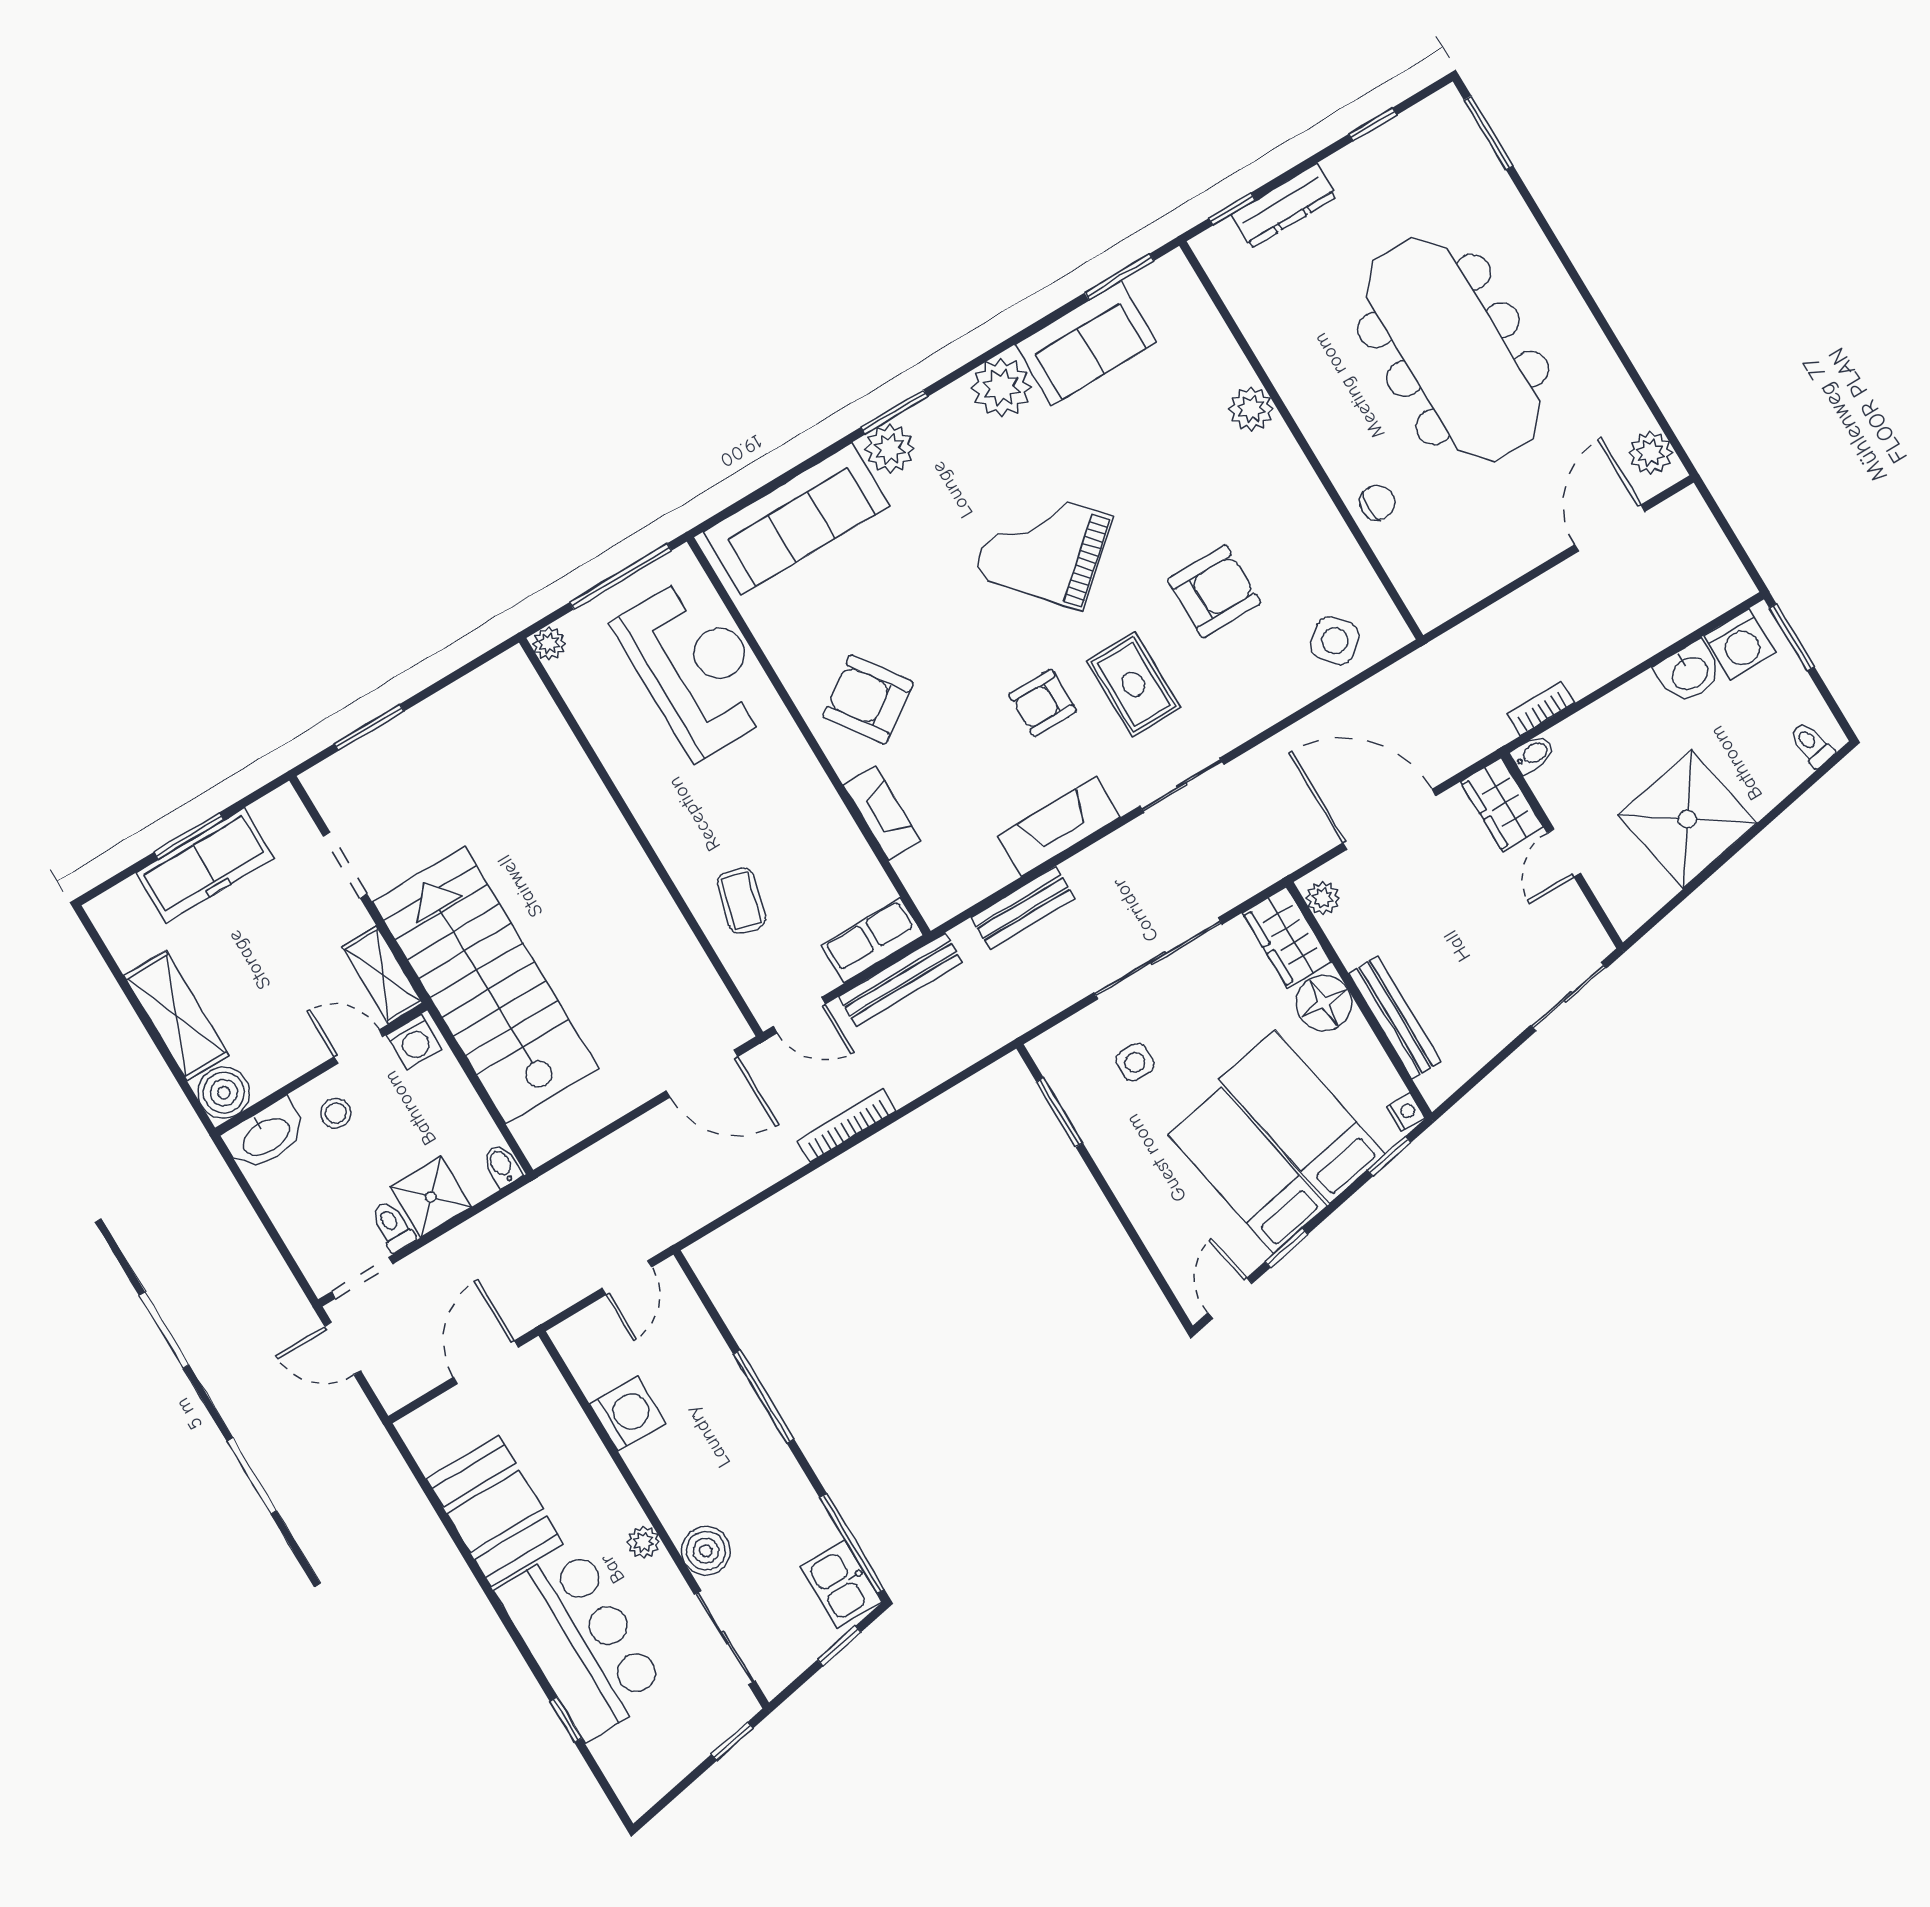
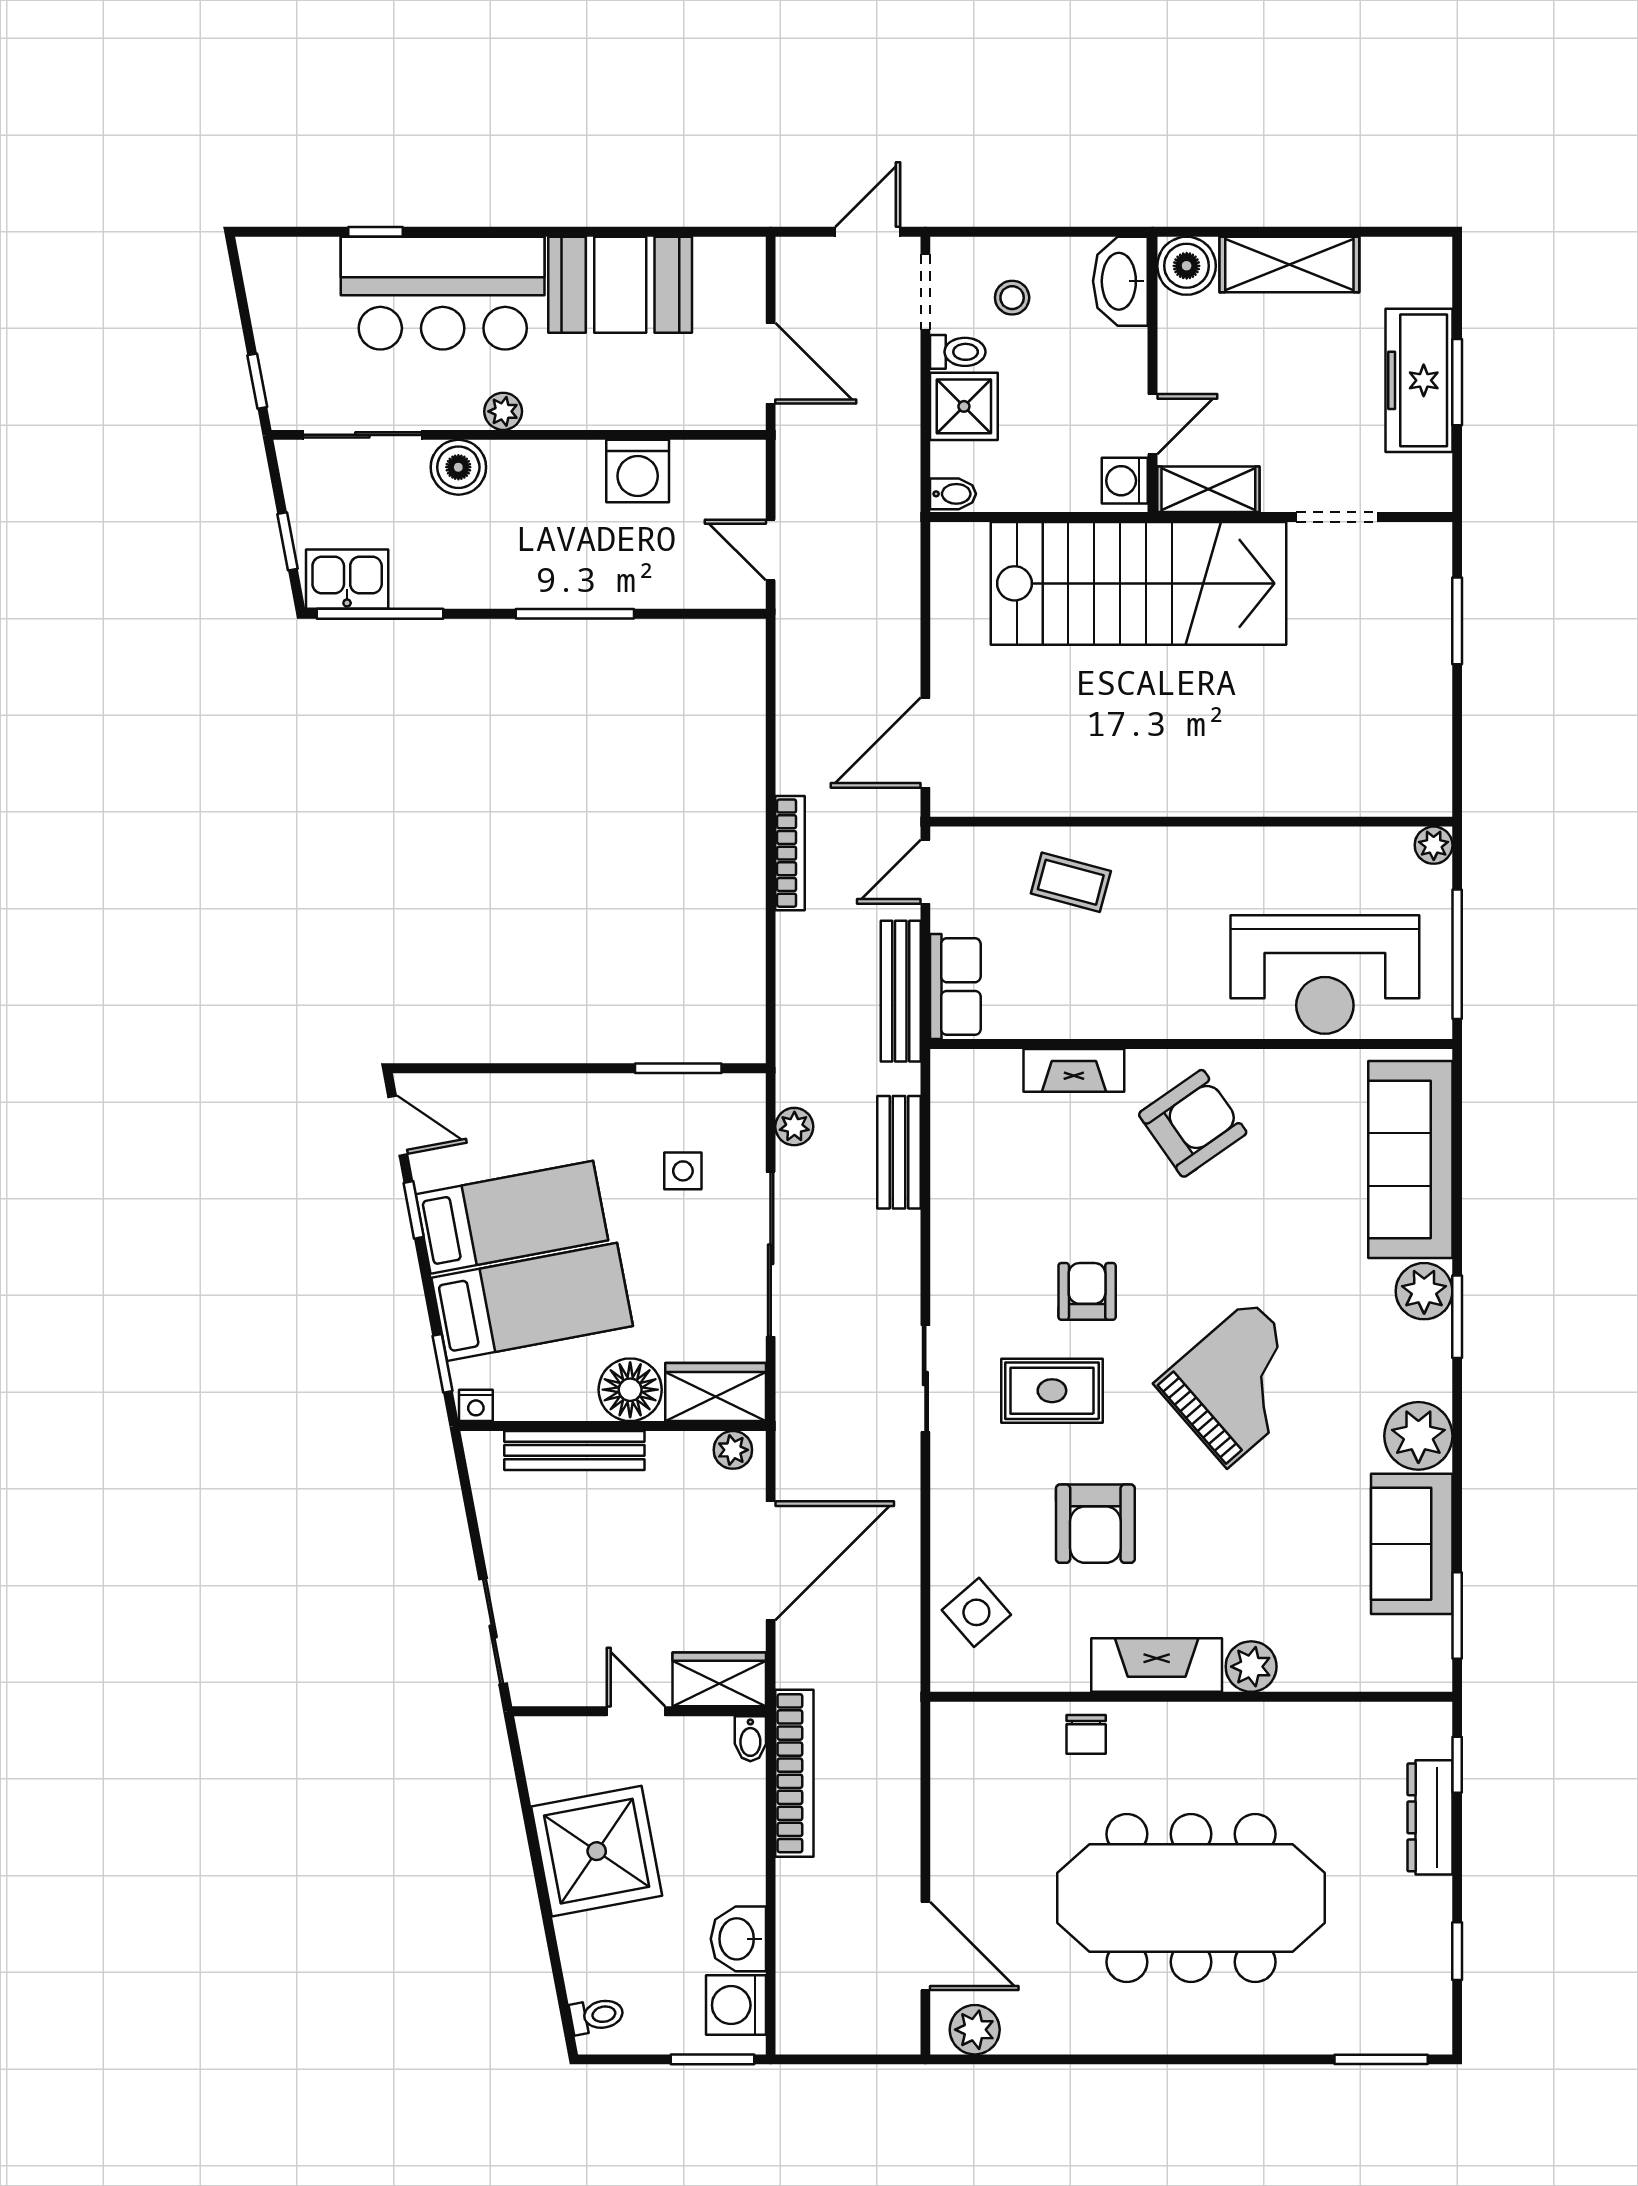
bookcase: (1541, 709) -> (794, 1773), width x2.31, depth x1.31
fireplace: (1059, 827) -> (1157, 1665), moved, turned -90
plant: (1051, 998) -> (794, 1127), added
stool: (336, 1113) -> (1012, 298), moved

